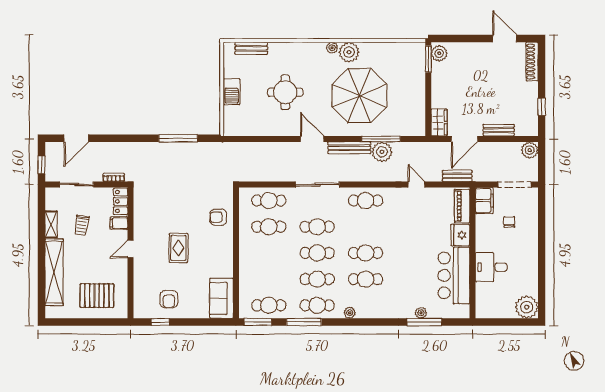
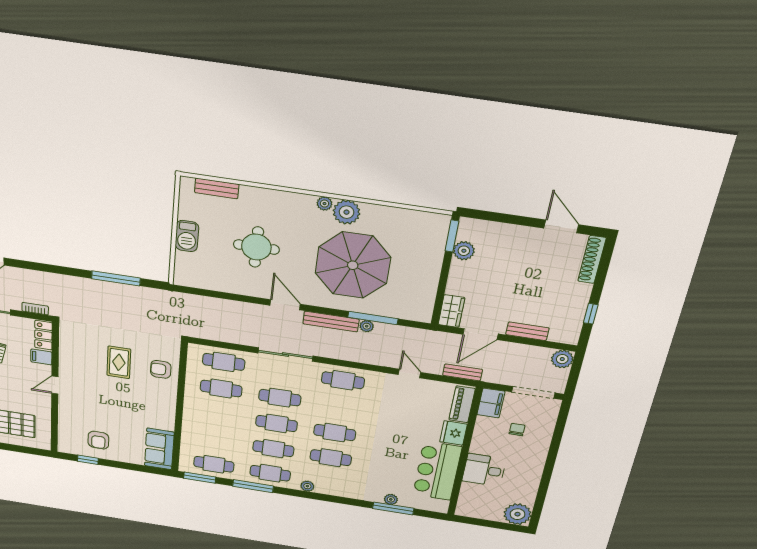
plant: (439, 53) -> (464, 251), moved
plant: (382, 152) -> (367, 326), width x0.53, depth x0.53
rug: (178, 248) -> (119, 362), moved

